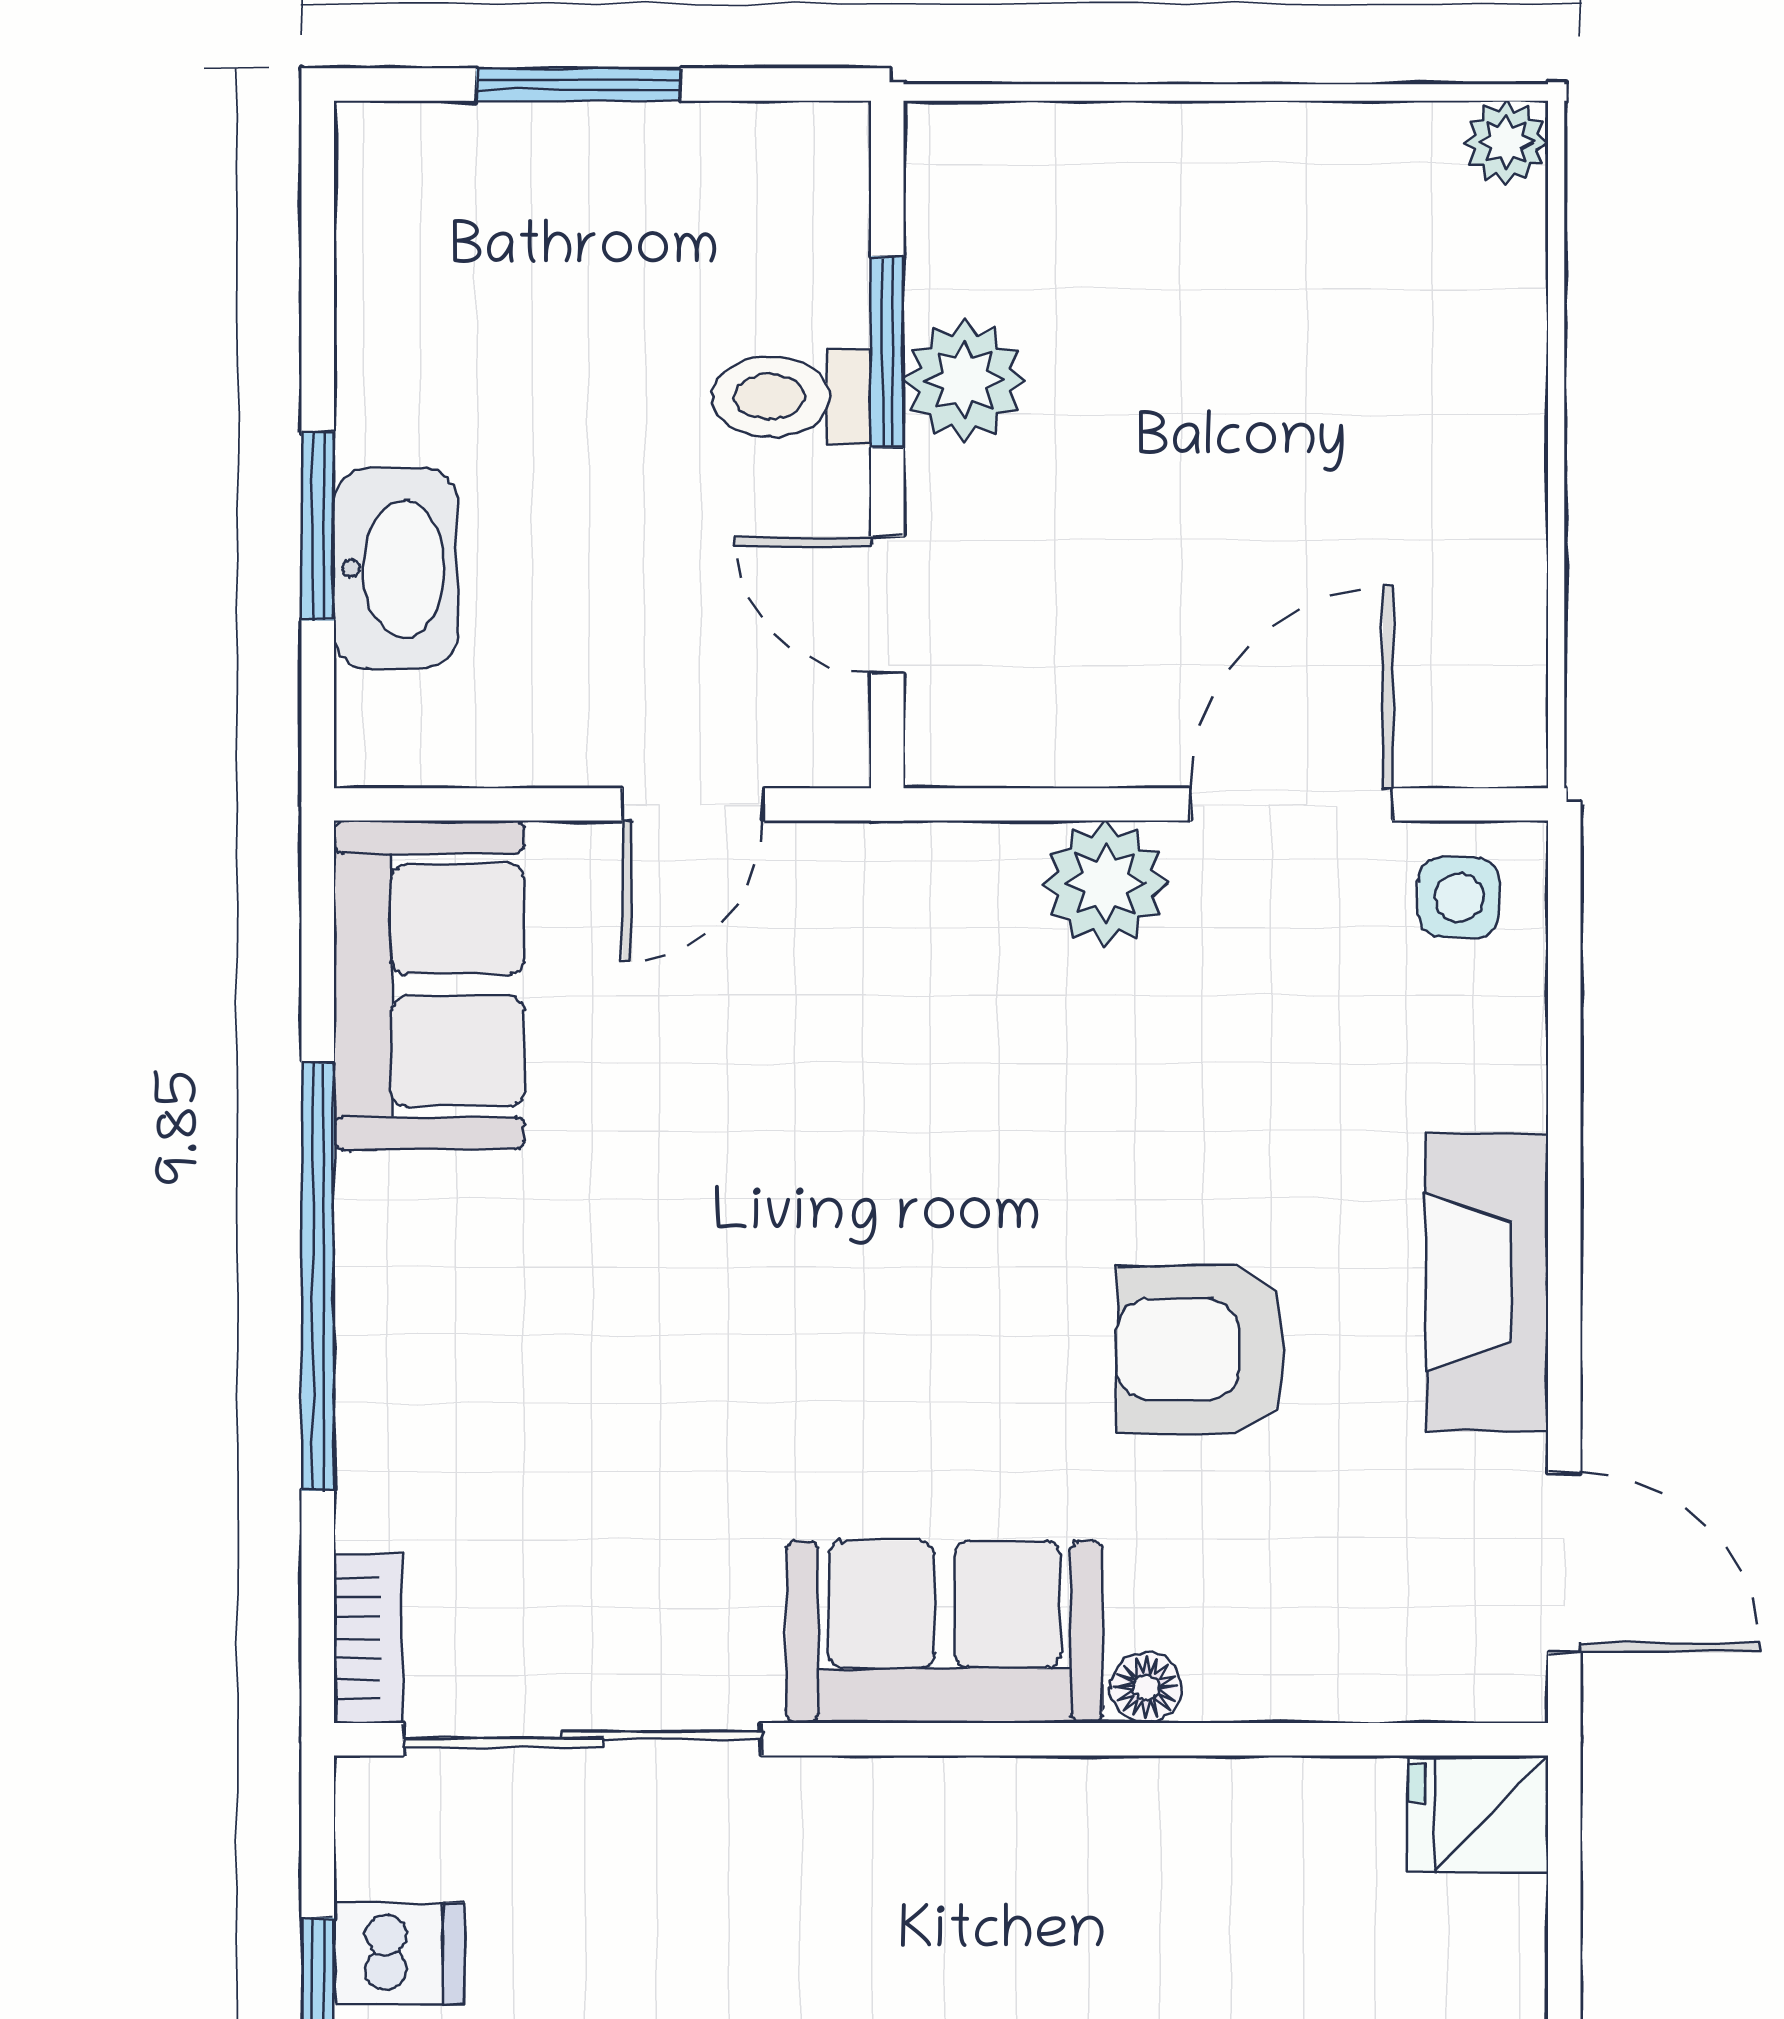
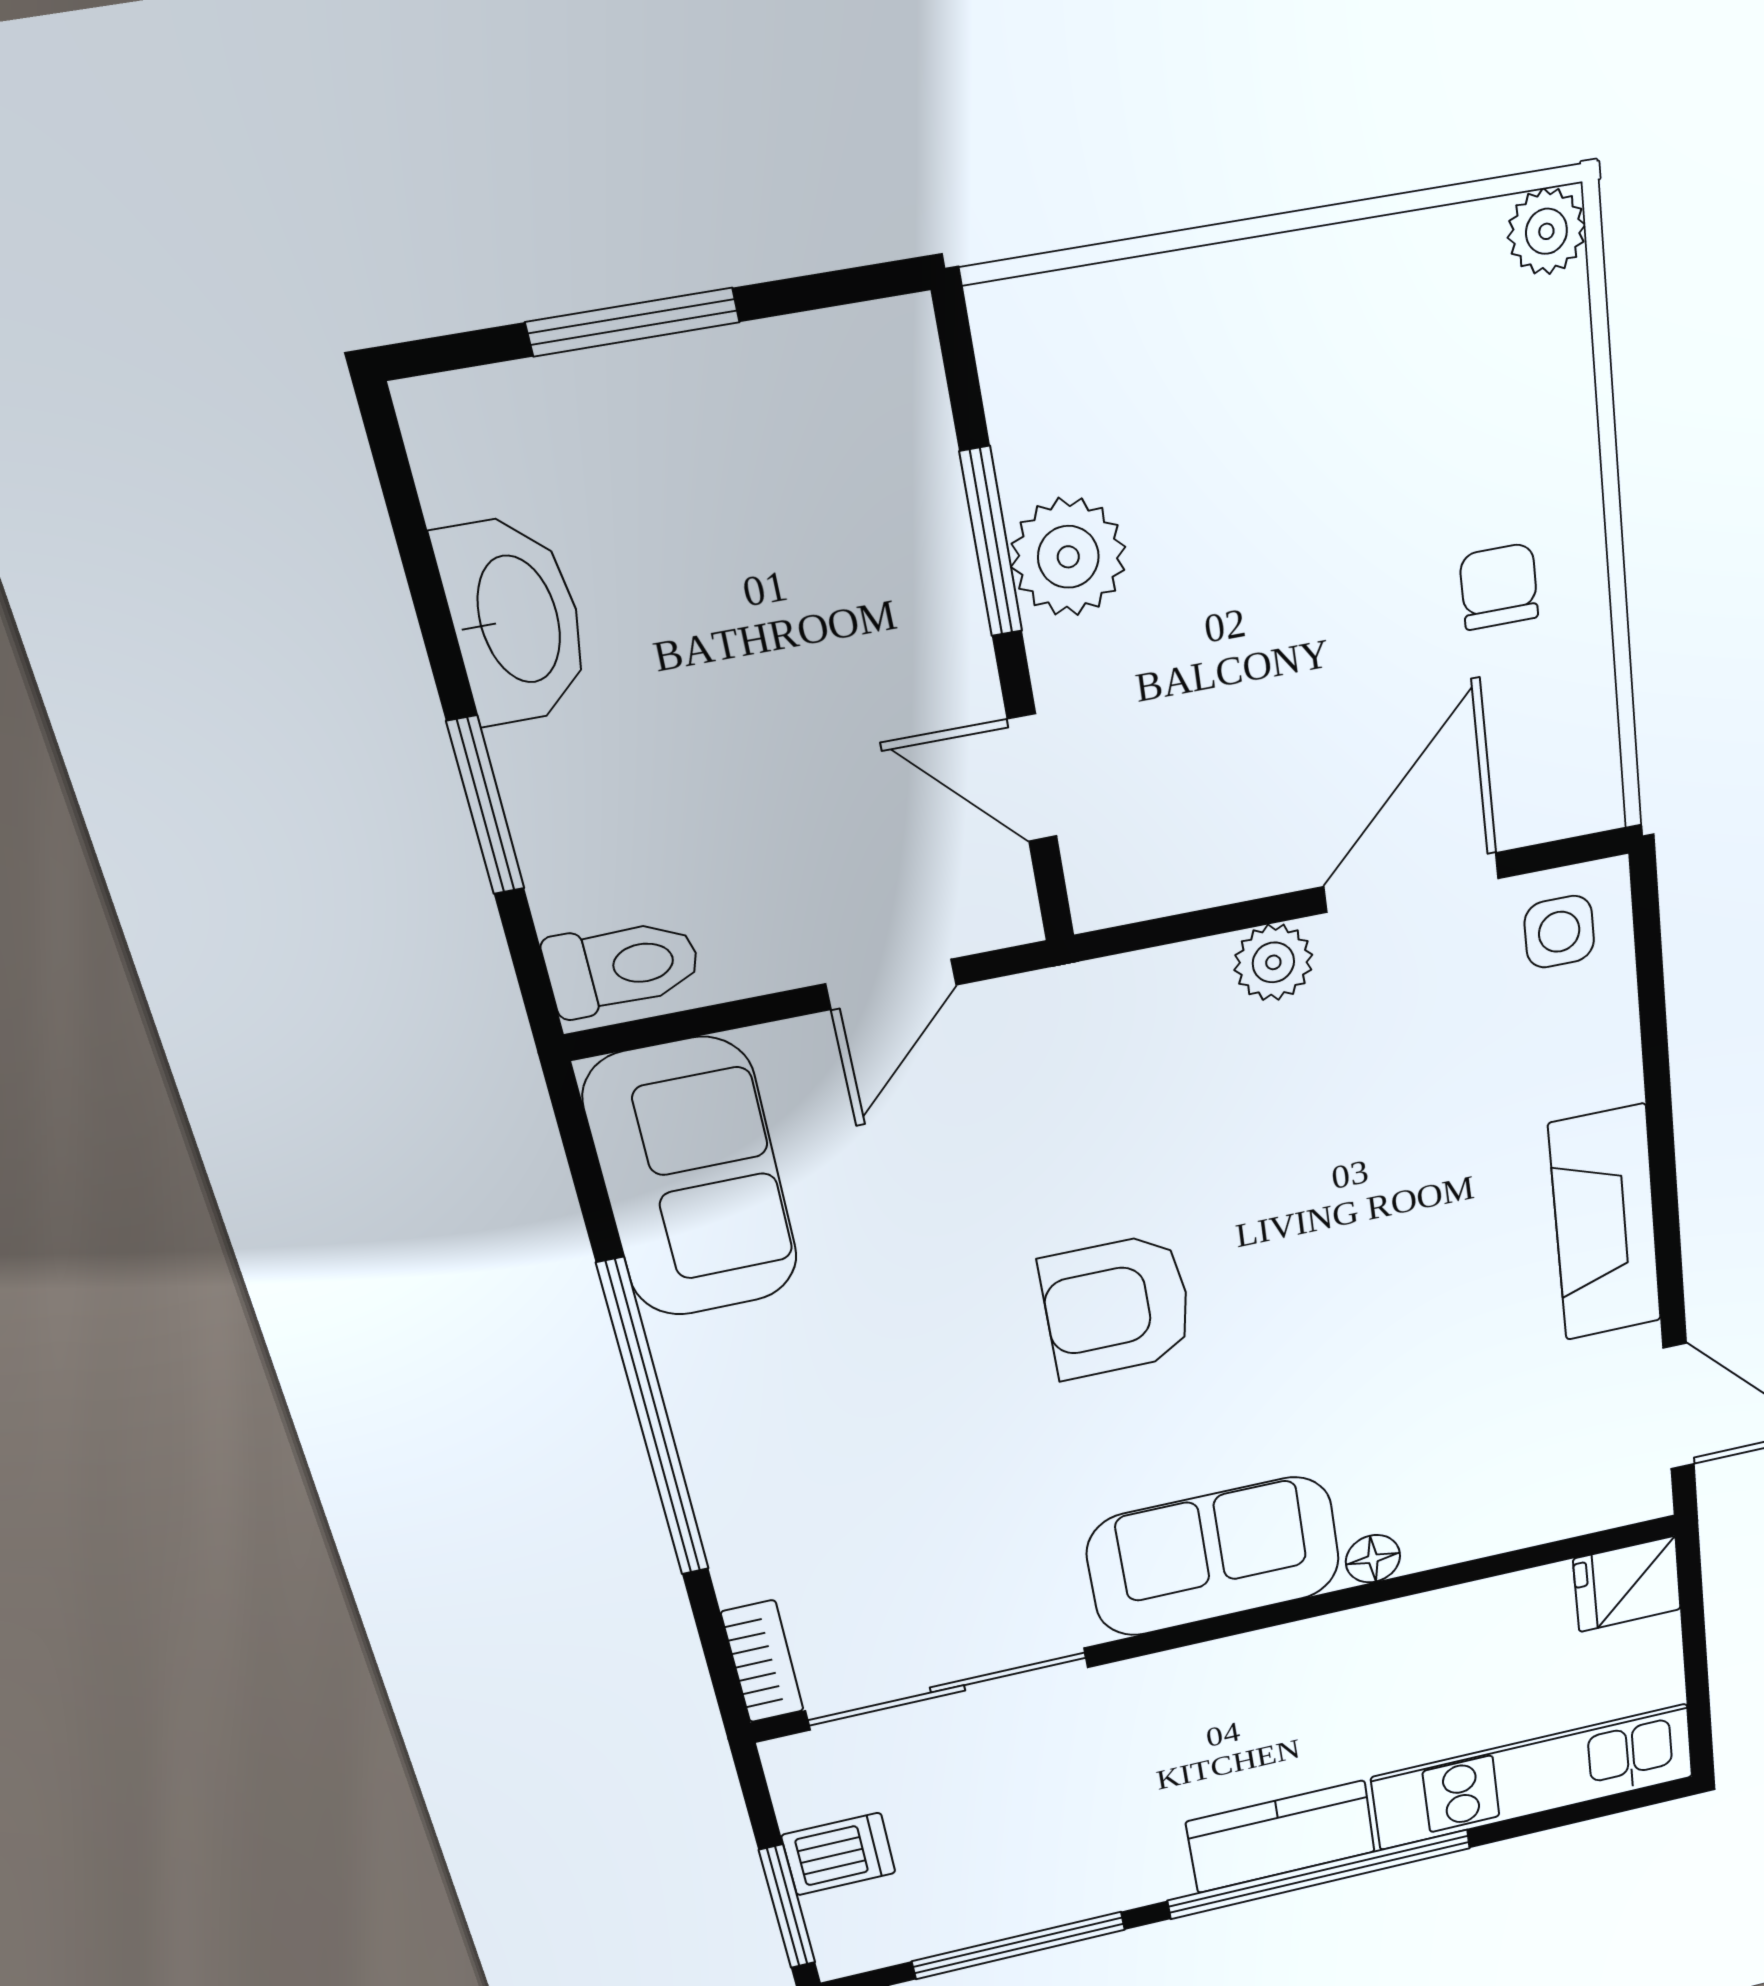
toilet: (792, 397) -> (623, 967), moved, turned 180
chair: (1423, 492) -> (1499, 586), added
washbasin: (396, 568) -> (515, 620), moved
plant: (1105, 884) -> (1273, 962), width x0.73, depth x0.73
armchair: (1202, 1349) -> (1117, 1307), moved

